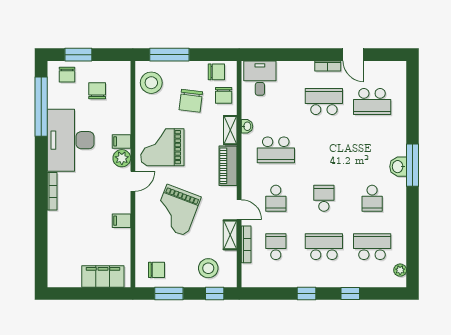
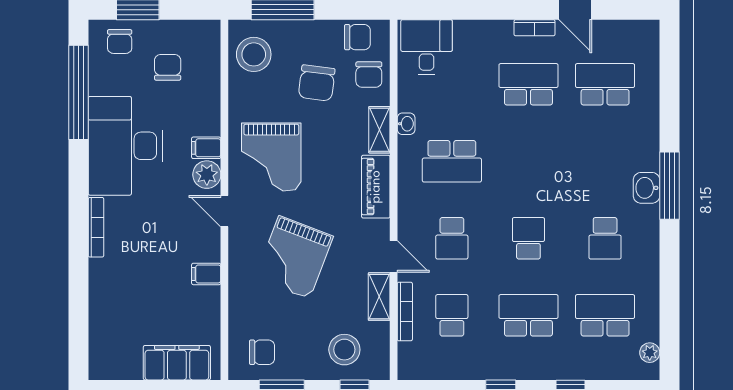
school desk: (372, 101) -> (605, 84), turned 180
grand piano: (162, 147) -> (271, 157), turned -90
door: (133, 181) -> (224, 211), swing flipped

